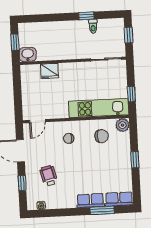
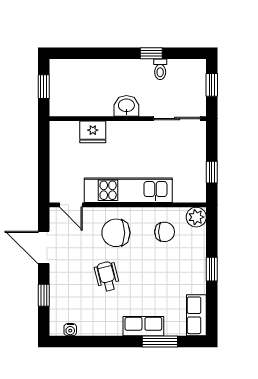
washbasin: (28, 54) -> (126, 106), moved
kitchen unit: (99, 108) -> (128, 190), moved
door: (37, 121) -> (71, 205), hinge flipped
chair: (69, 138) -> (116, 233), width x1.87, depth x1.87
wheelchair: (49, 176) -> (107, 276), moved
row of seats: (119, 199) -> (196, 315), moved, turned -90

